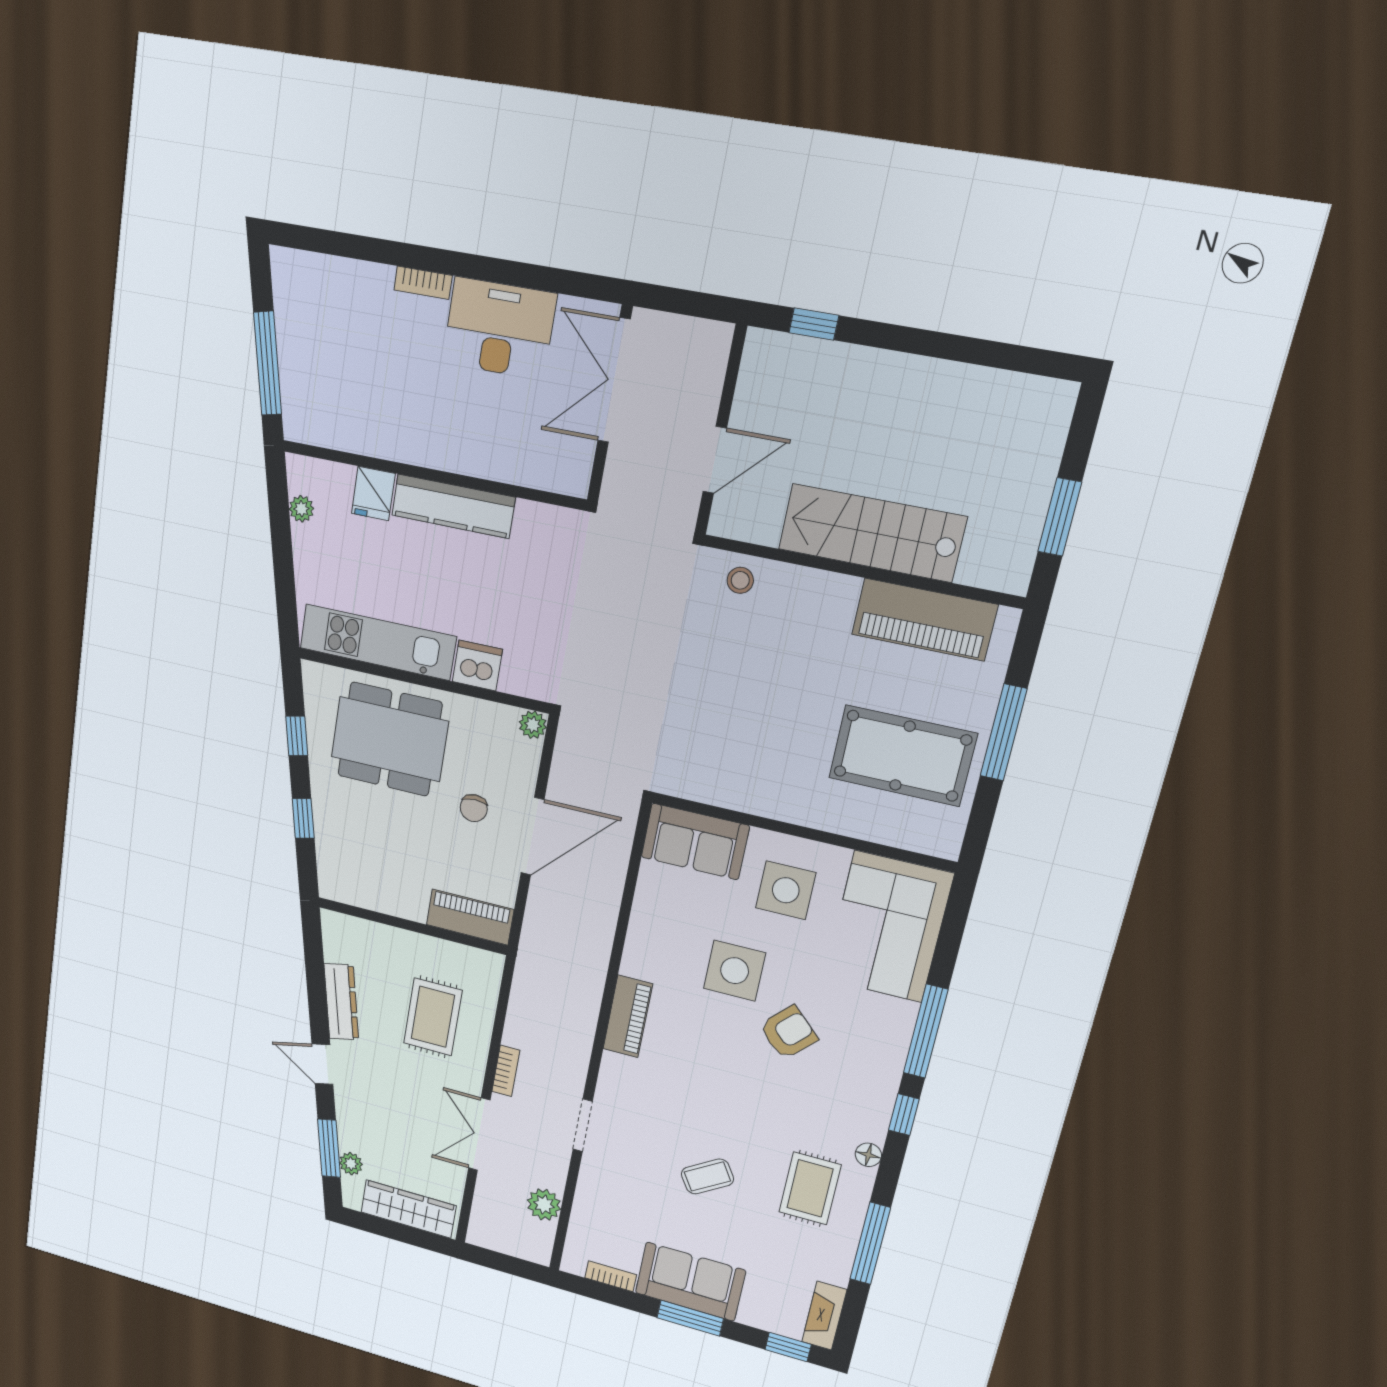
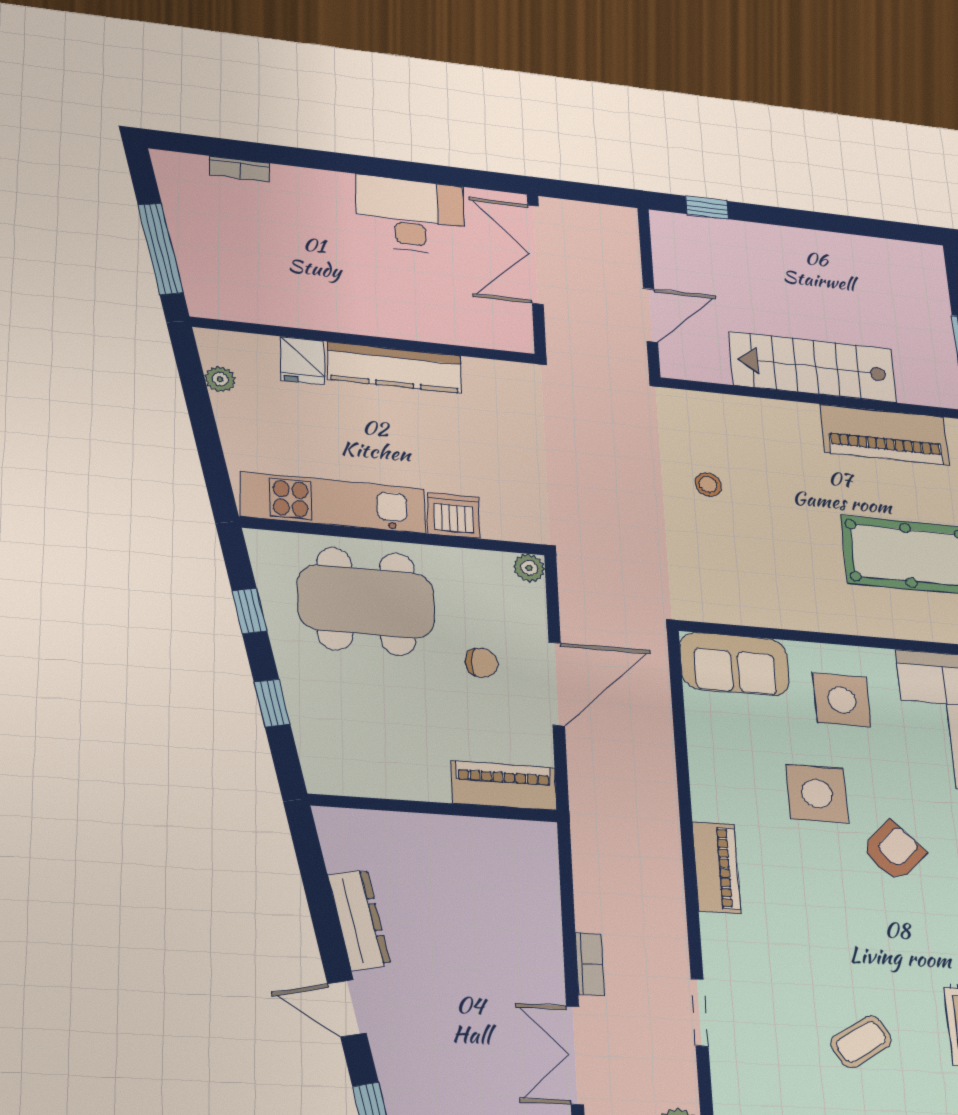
bookcase: (423, 283) -> (240, 169), moved
stool: (740, 580) -> (708, 485), moved
chair: (474, 808) -> (482, 663), turned -90
rug: (433, 1017) -> (483, 915), removed

